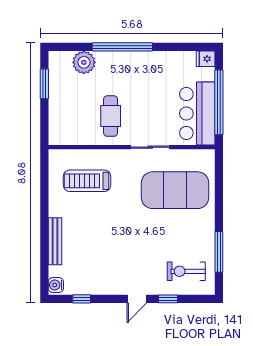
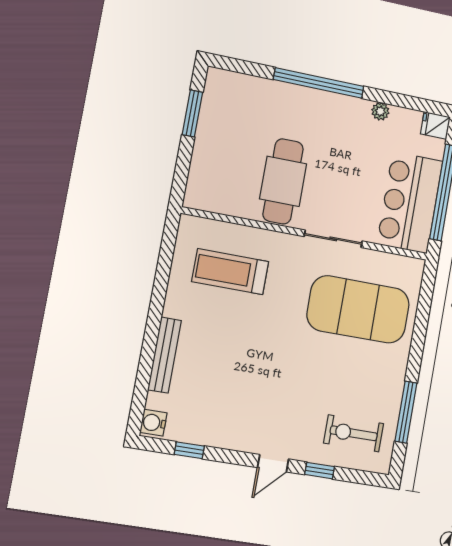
plant: (84, 62) -> (380, 111), moved, width x0.53, depth x0.53
cafe table: (111, 116) -> (283, 181), width x1.37, depth x1.35

